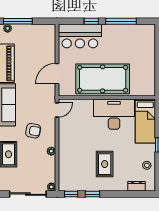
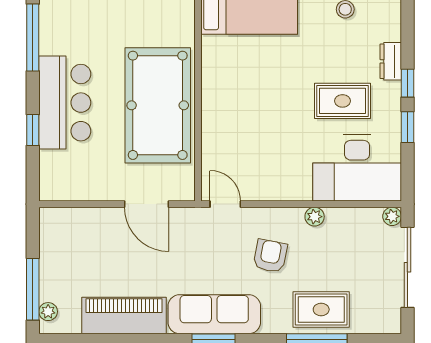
window: (121, 21) -> (33, 38), moved
bar counter: (80, 36) -> (65, 103), moved
desk: (114, 114) -> (357, 168), moved, turned -90
dresser: (136, 186) -> (391, 61), moved
window: (71, 194) -> (407, 83), moved

